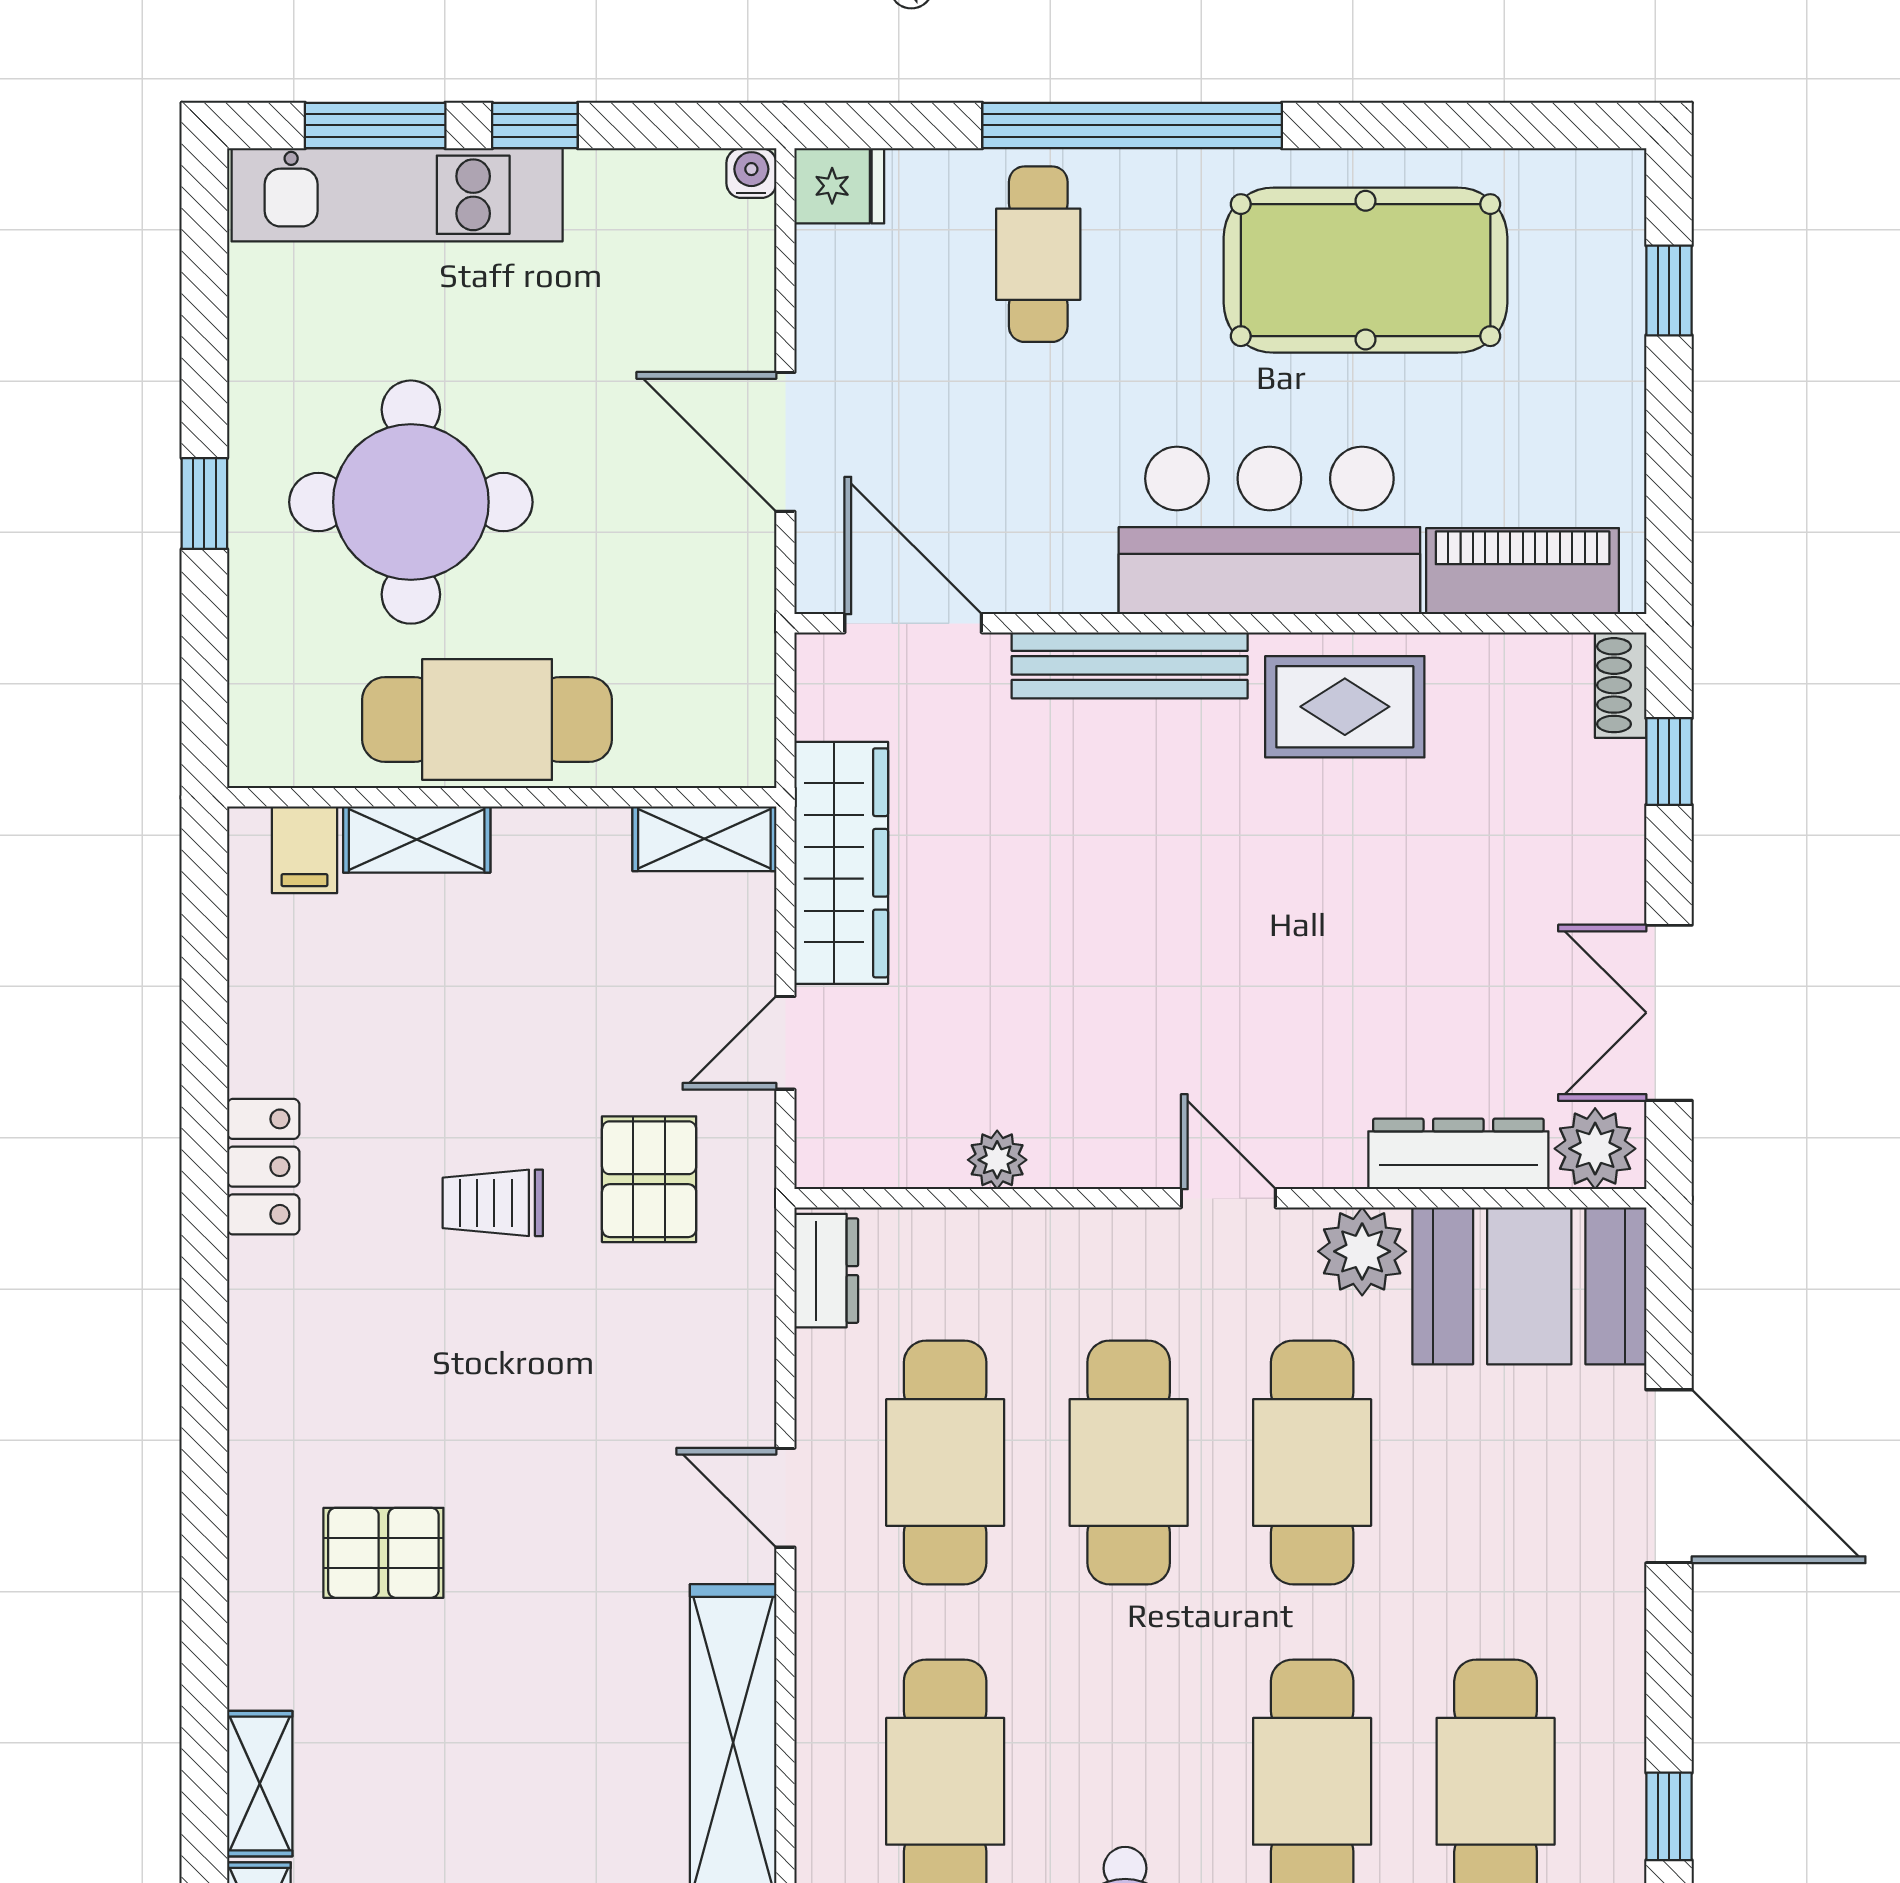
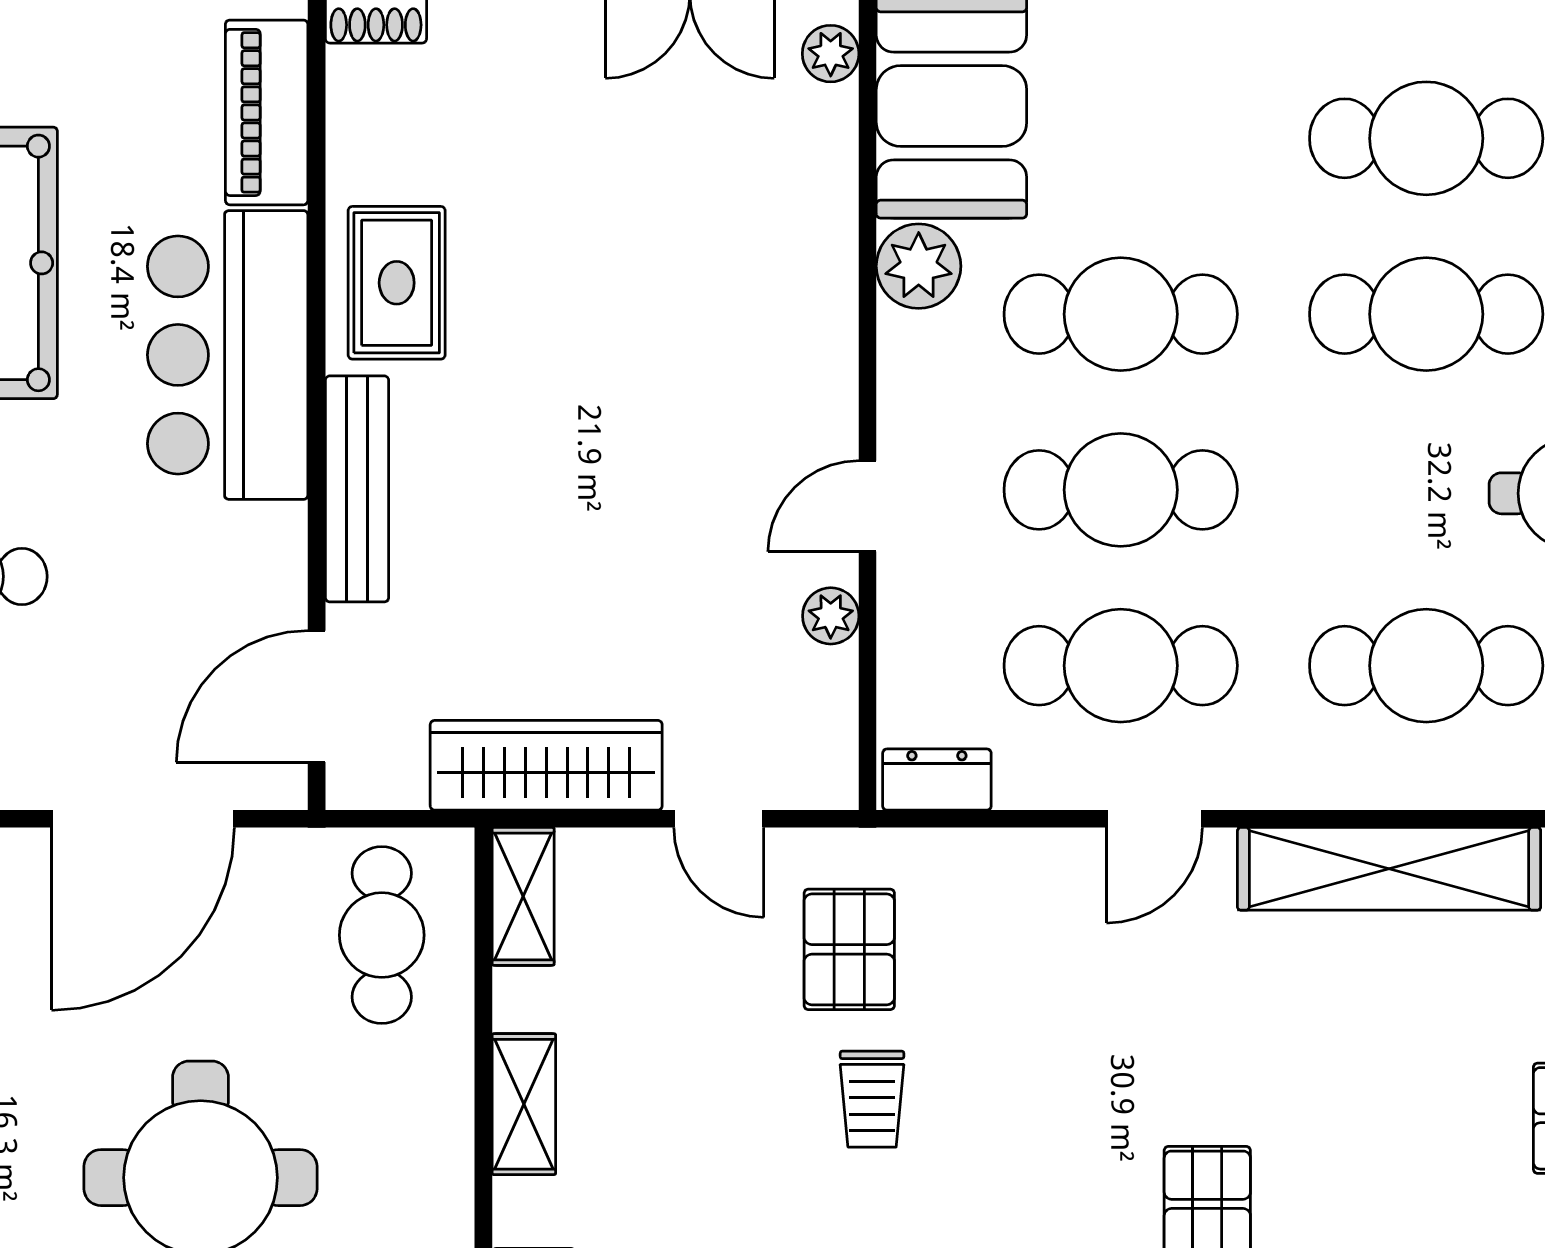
door: (785, 442) -> (143, 819), width x1.36
cafe table: (487, 720) -> (382, 935), moved, width x0.73, depth x0.74
shelving: (417, 839) -> (524, 1104), moved
plant: (1595, 1149) -> (831, 54), width x0.73, depth x0.73
dresser: (1458, 1154) -> (825, 174), removed
pallet: (649, 1179) -> (849, 949), turned 90
door: (1228, 1198) -> (868, 506), moved

